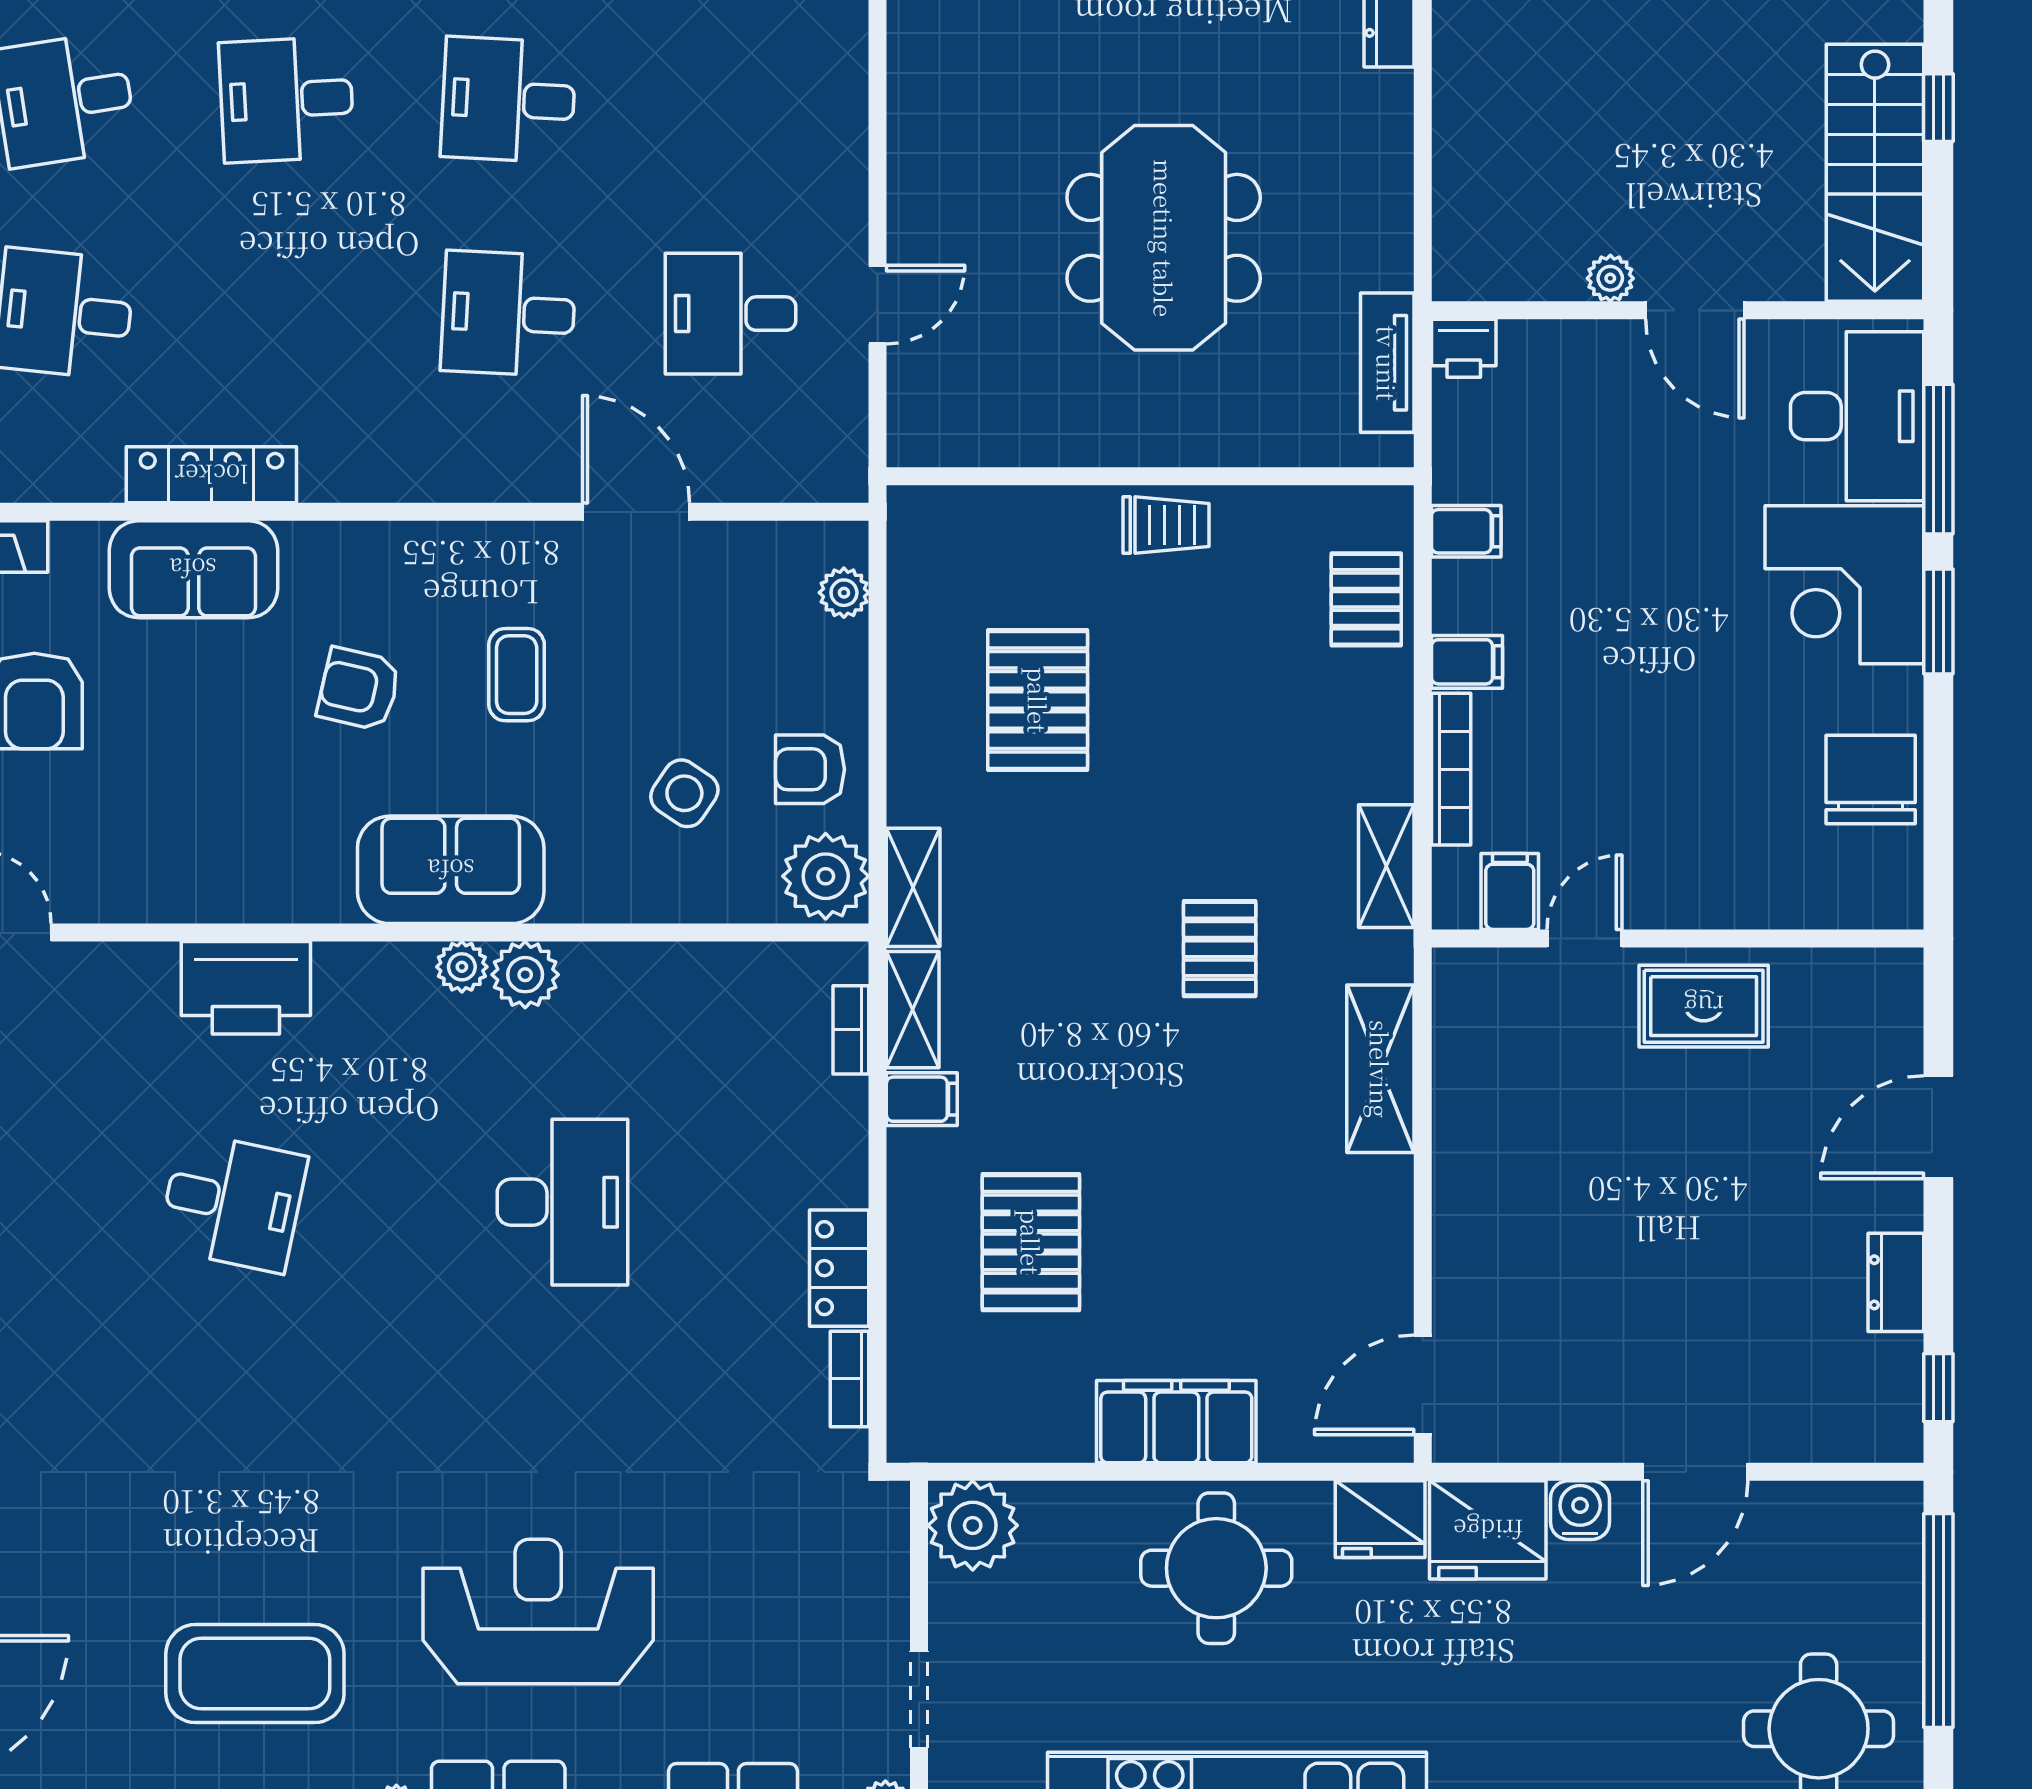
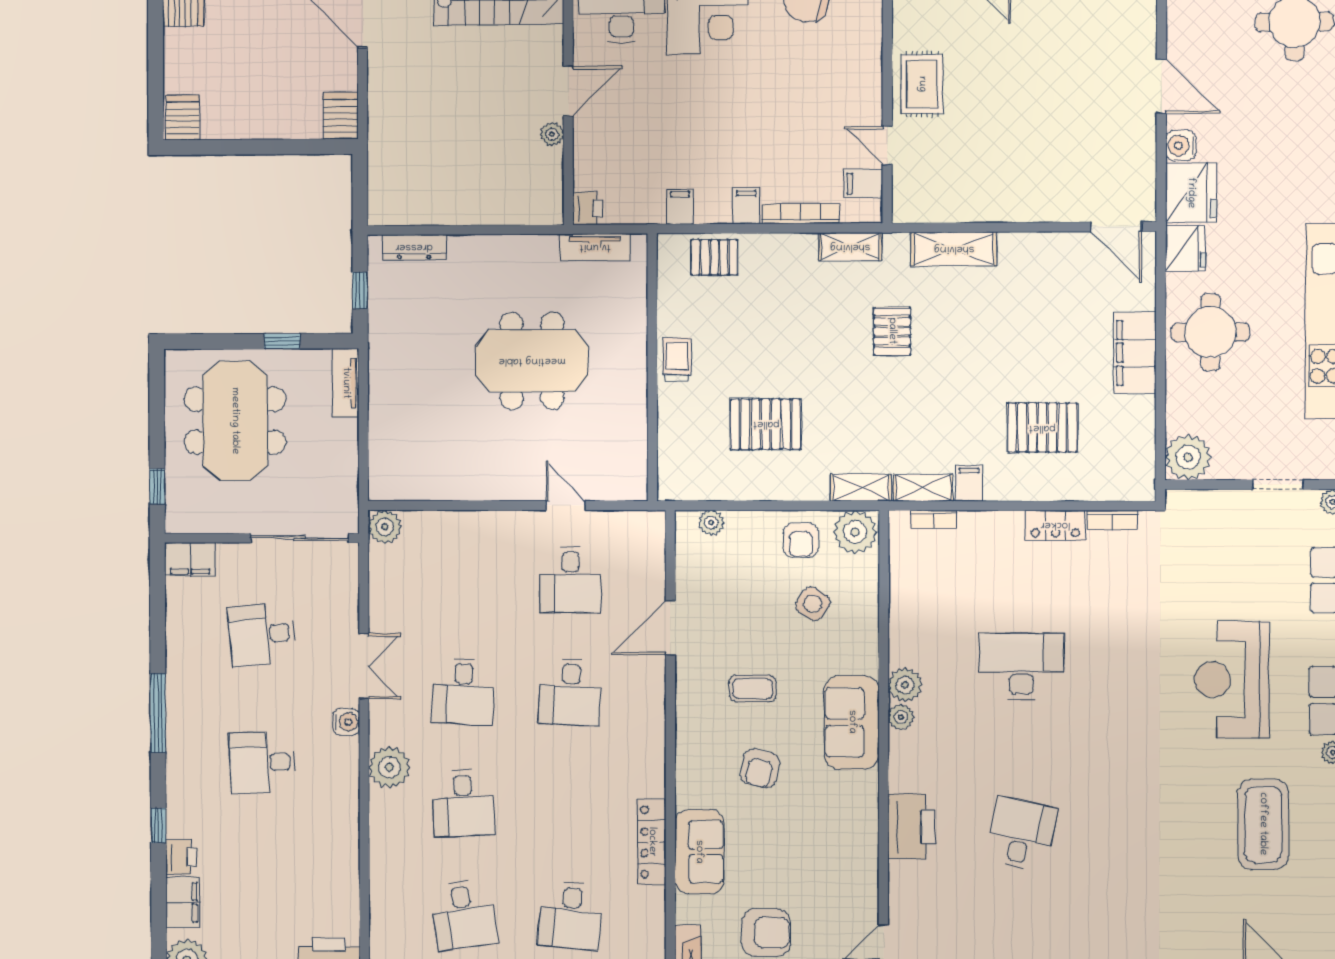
pallet: (1220, 949) -> (892, 331), turned 90

